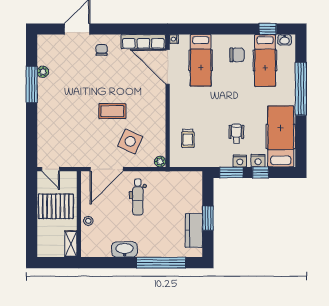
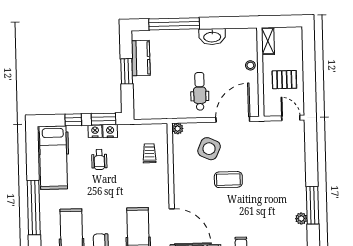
nightstand: (258, 161) -> (110, 131), moved
pallet: (56, 206) -> (284, 80), width x0.67, depth x0.71

